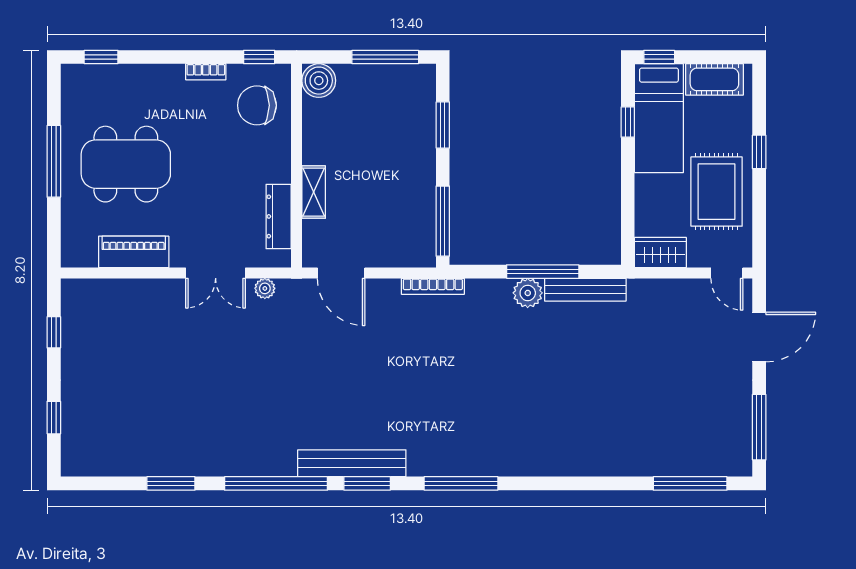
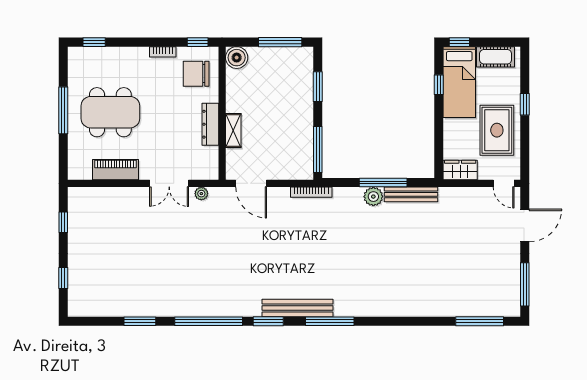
dresser: (279, 216) -> (210, 124), moved
bench: (352, 463) -> (298, 308), moved

